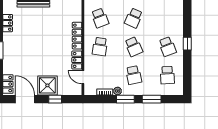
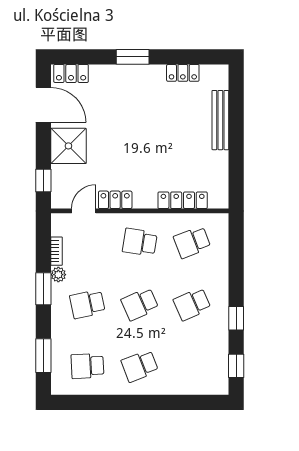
school desk: (134, 18) -> (192, 304), turned -48
locker: (77, 36) -> (183, 200), moved
window: (187, 44) -> (145, 402), removed
door: (25, 99) -> (43, 105), hinge flipped
window: (55, 99) -> (43, 181), moved
window: (152, 99) -> (43, 356), moved

